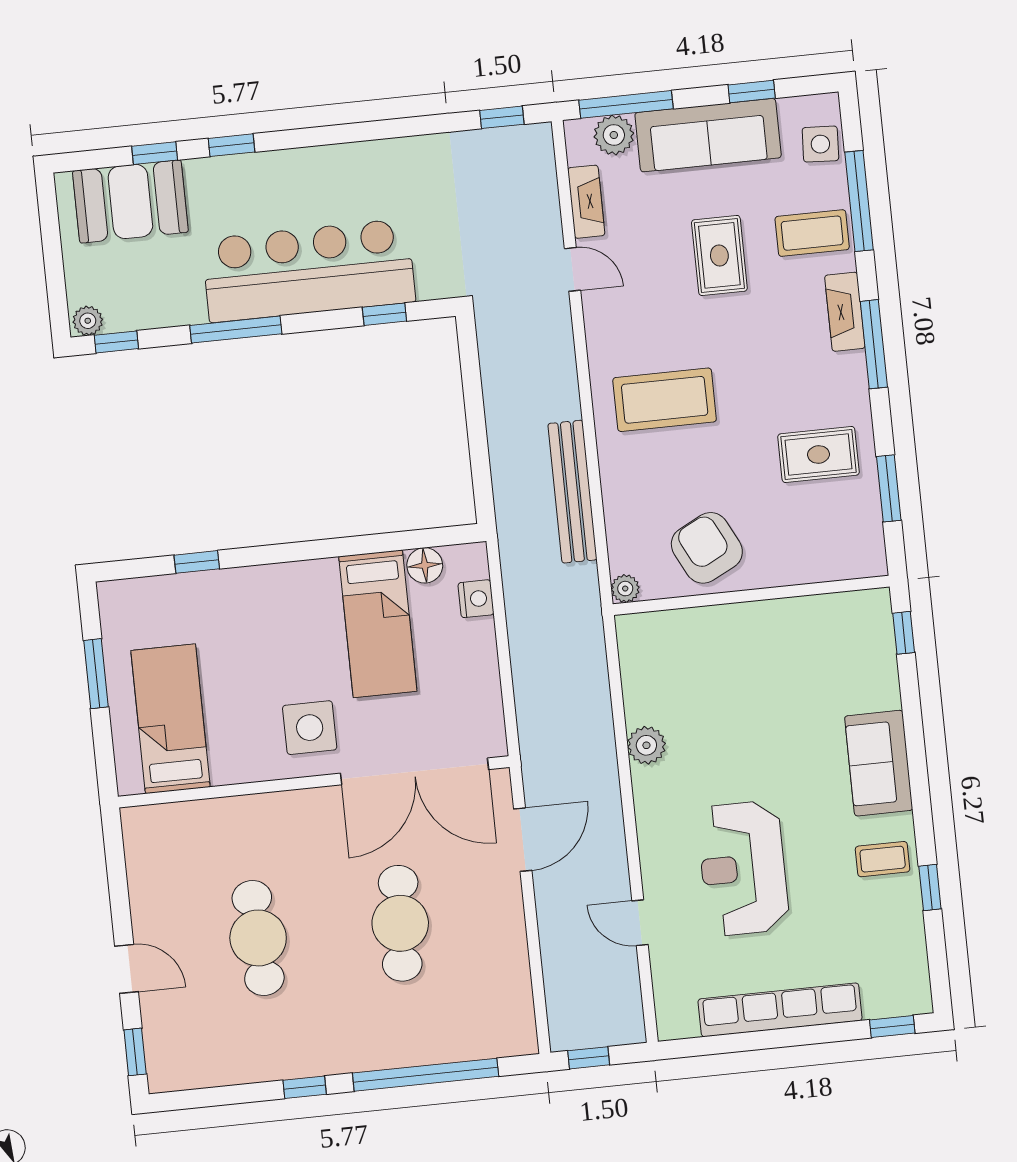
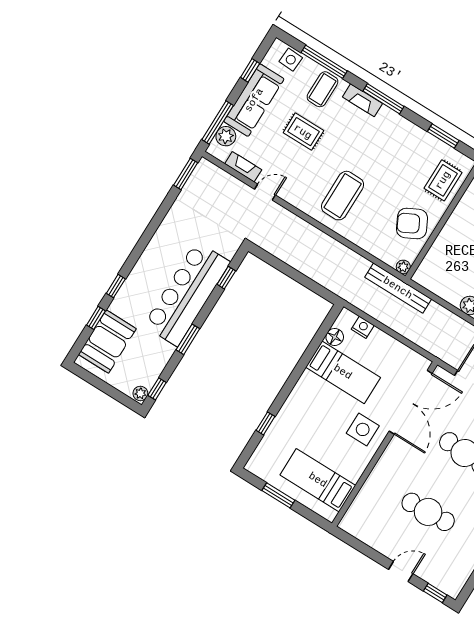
window: (502, 117) -> (186, 174), width x1.50
window: (236, 330) -> (188, 339), width x0.69
rug: (818, 454) -> (443, 180), moved
bench: (572, 492) -> (398, 288), moved

